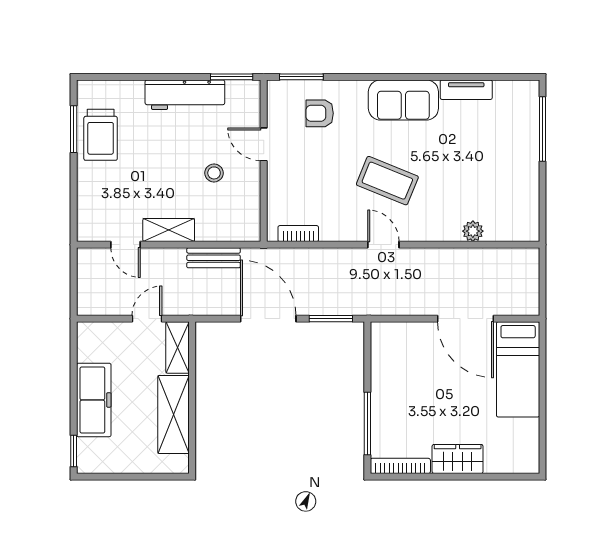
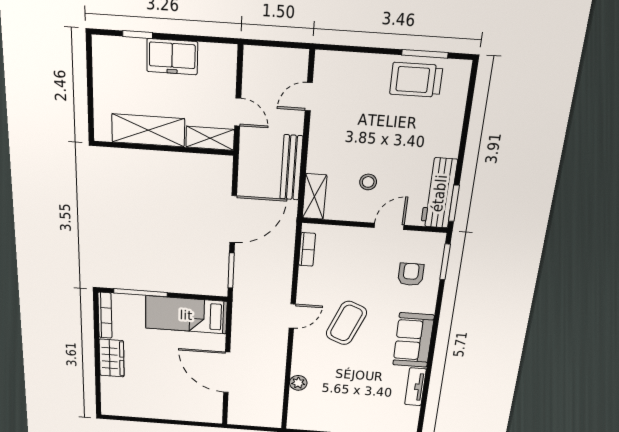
workbench: (185, 95) -> (439, 193), moved
shelving: (169, 230) -> (314, 196), moved
bench: (214, 258) -> (291, 168), width x1.36
door: (466, 319) -> (227, 372), hinge flipped
bed: (518, 369) -> (186, 315), moved
freezer: (94, 400) -> (172, 57), width x0.71
window: (74, 451) -> (138, 35), moved

